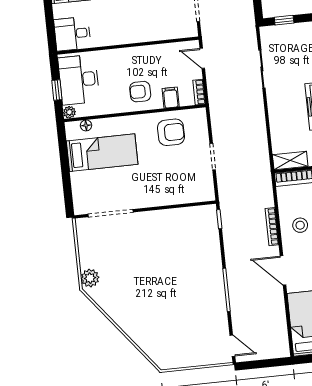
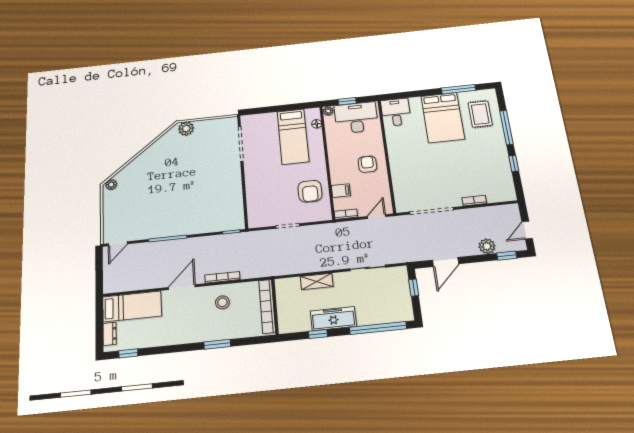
armchair: (140, 92) -> (367, 164), moved
shelving: (290, 161) -> (317, 281), moved, turned 90
plant: (160, 360) -> (111, 185), added

